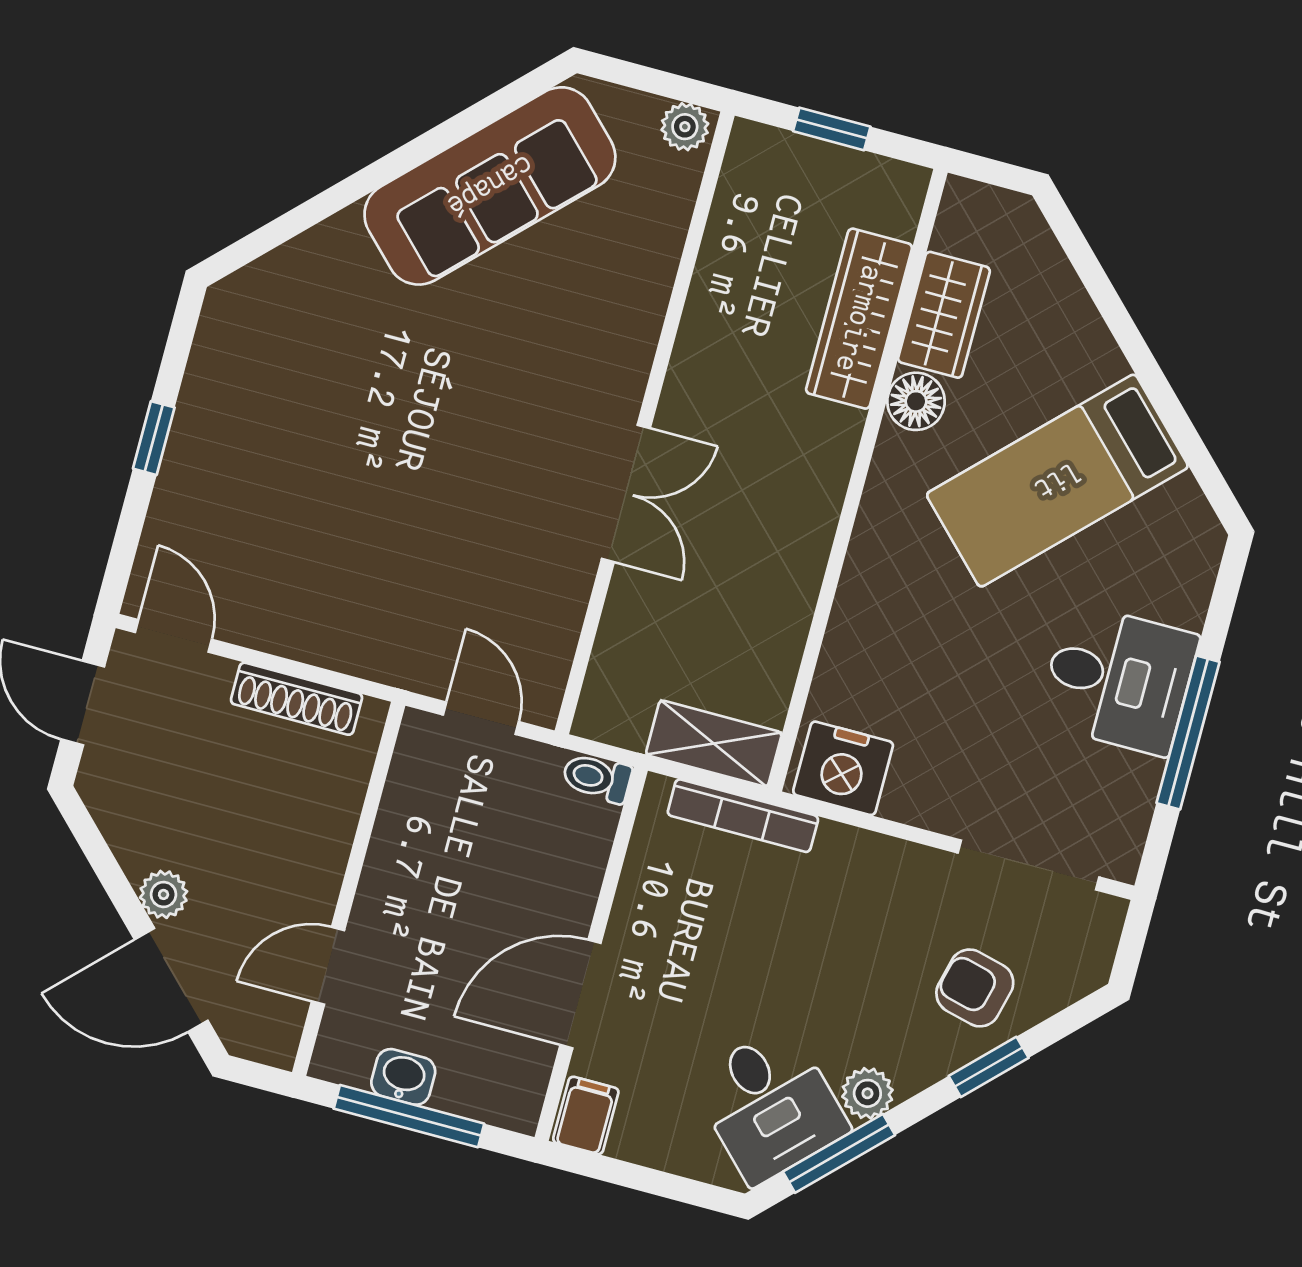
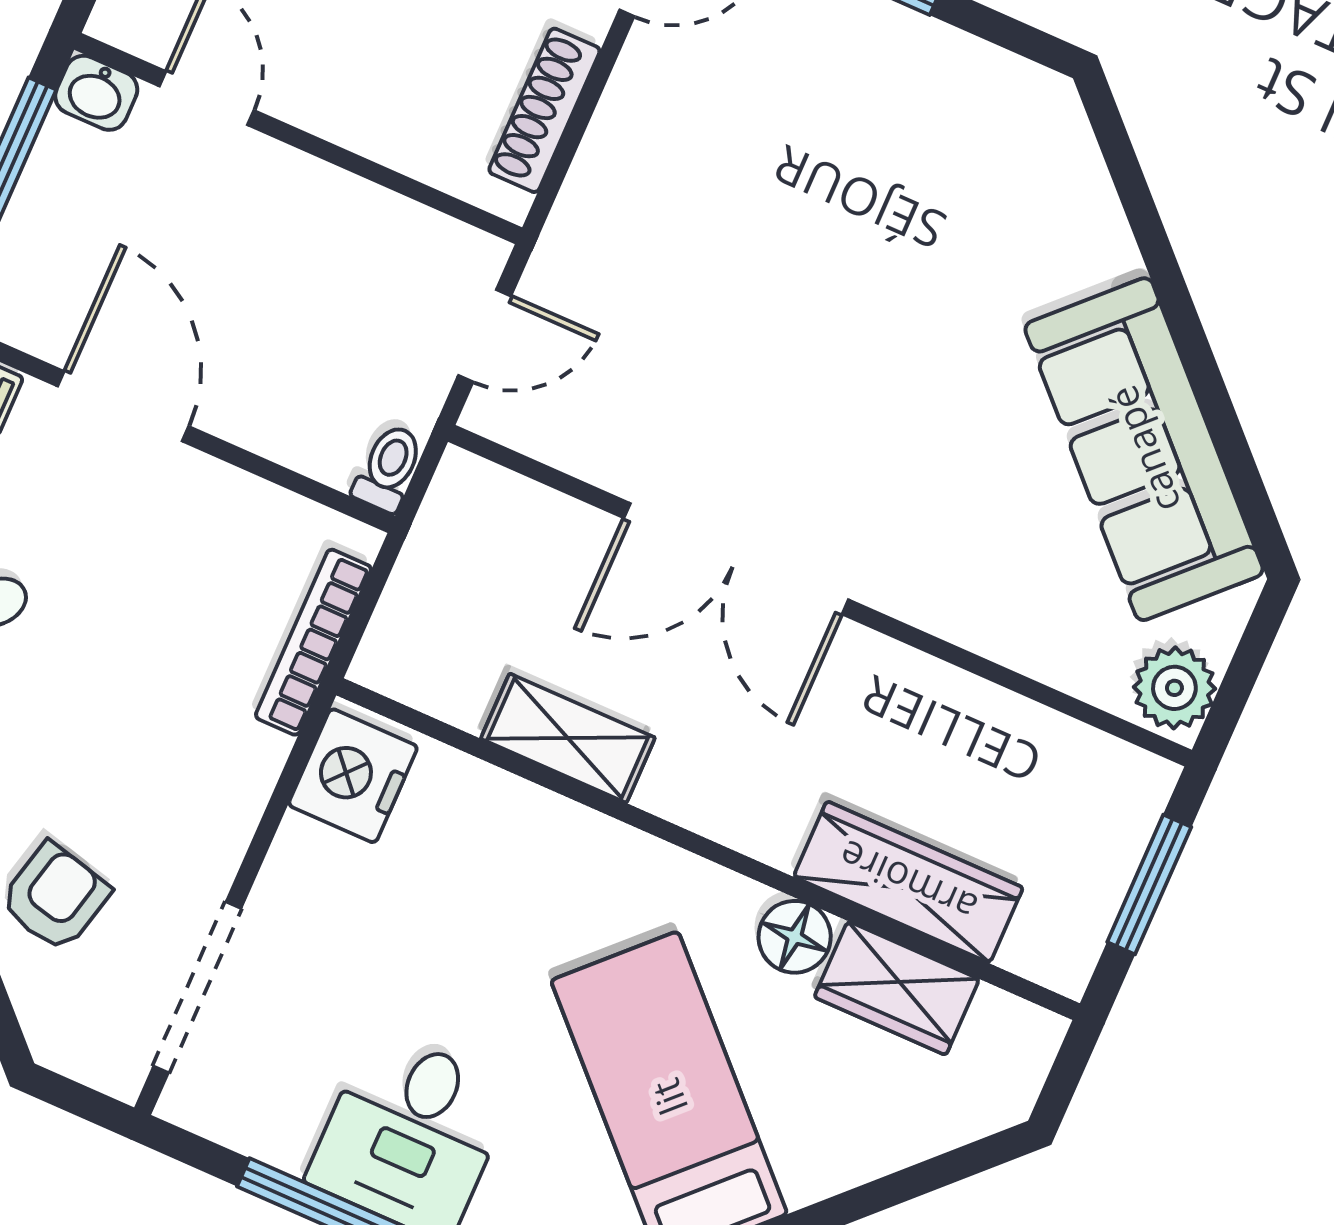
plant: (685, 127) -> (1174, 688), width x1.38, depth x1.38
window: (832, 129) -> (1149, 885), width x1.50
double door: (626, 493) -> (736, 559), width x1.37
shelving: (714, 744) -> (568, 738), moved, turned 90
washbasin: (403, 1077) -> (96, 93), moved, turned 90

